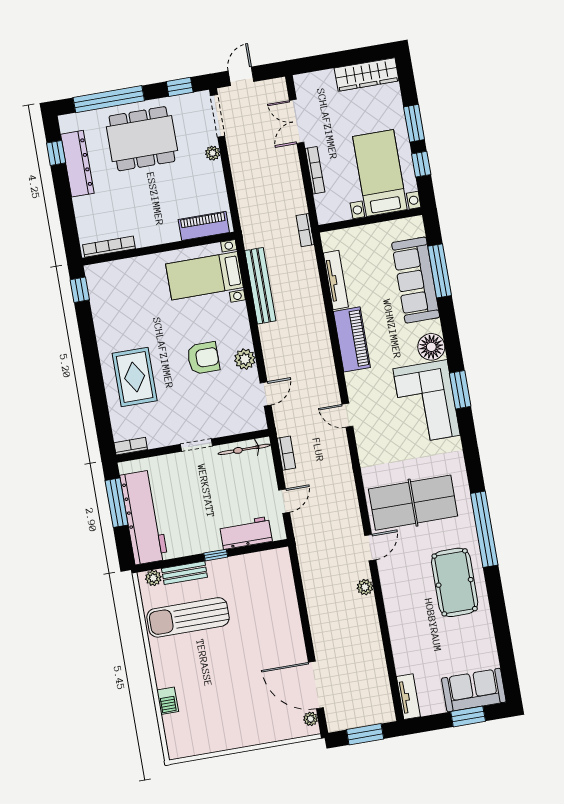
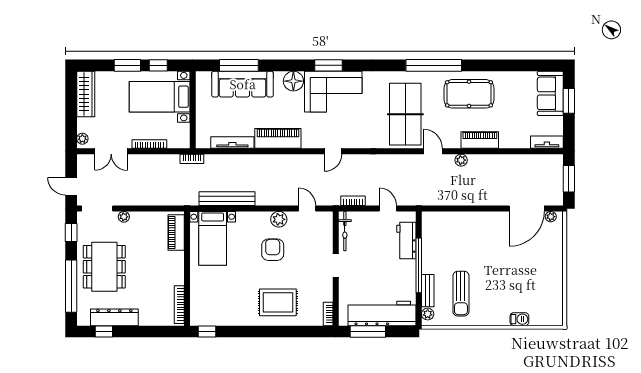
plant: (307, 80) -> (82, 139), added
window: (216, 555) -> (419, 265), width x3.17
piano: (396, 607) -> (480, 140), added
sun lounger: (188, 617) -> (461, 294), width x0.73, depth x0.75

